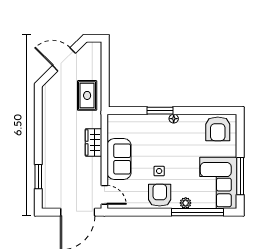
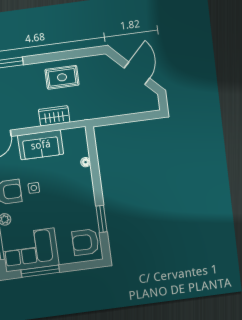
rug: (87, 95) -> (62, 77), moved
window: (160, 111) -> (102, 219), moved
floor lamp: (174, 119) -> (86, 162), moved

